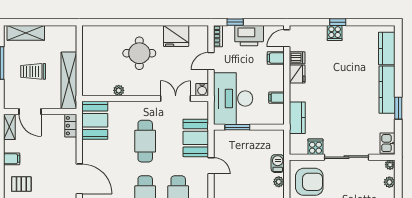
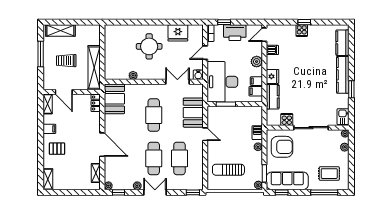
filing cabinet: (276, 58) -> (256, 91), moved
plant: (277, 73) -> (257, 62), added
fridge: (297, 74) -> (272, 76), moved

